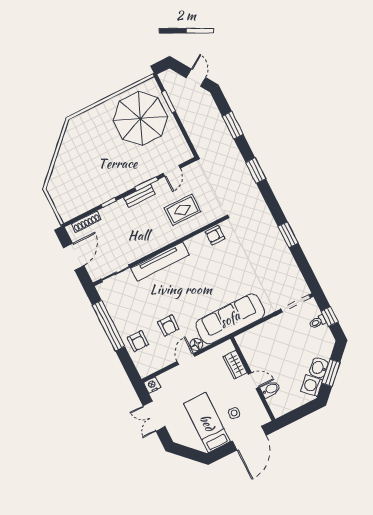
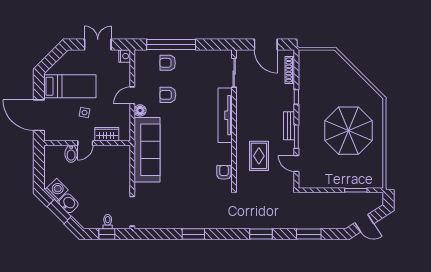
parasol: (140, 118) -> (349, 131), moved
window: (108, 326) -> (171, 45), moved
door: (186, 359) -> (132, 95), swing flipped
side table: (234, 413) -> (84, 113), moved

